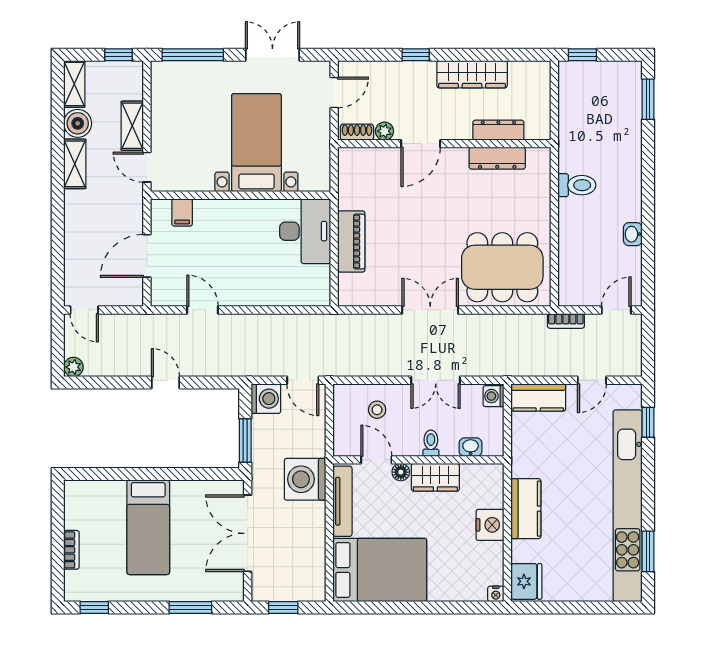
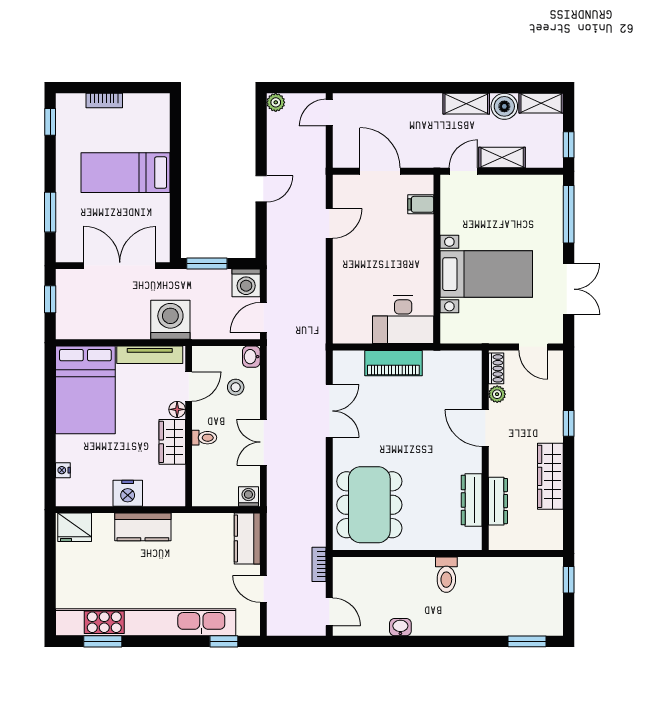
double door: (430, 310) -> (329, 411), moved
washbasin: (471, 447) -> (251, 357), moved, turned 180
nightstand: (496, 594) -> (63, 470), moved

